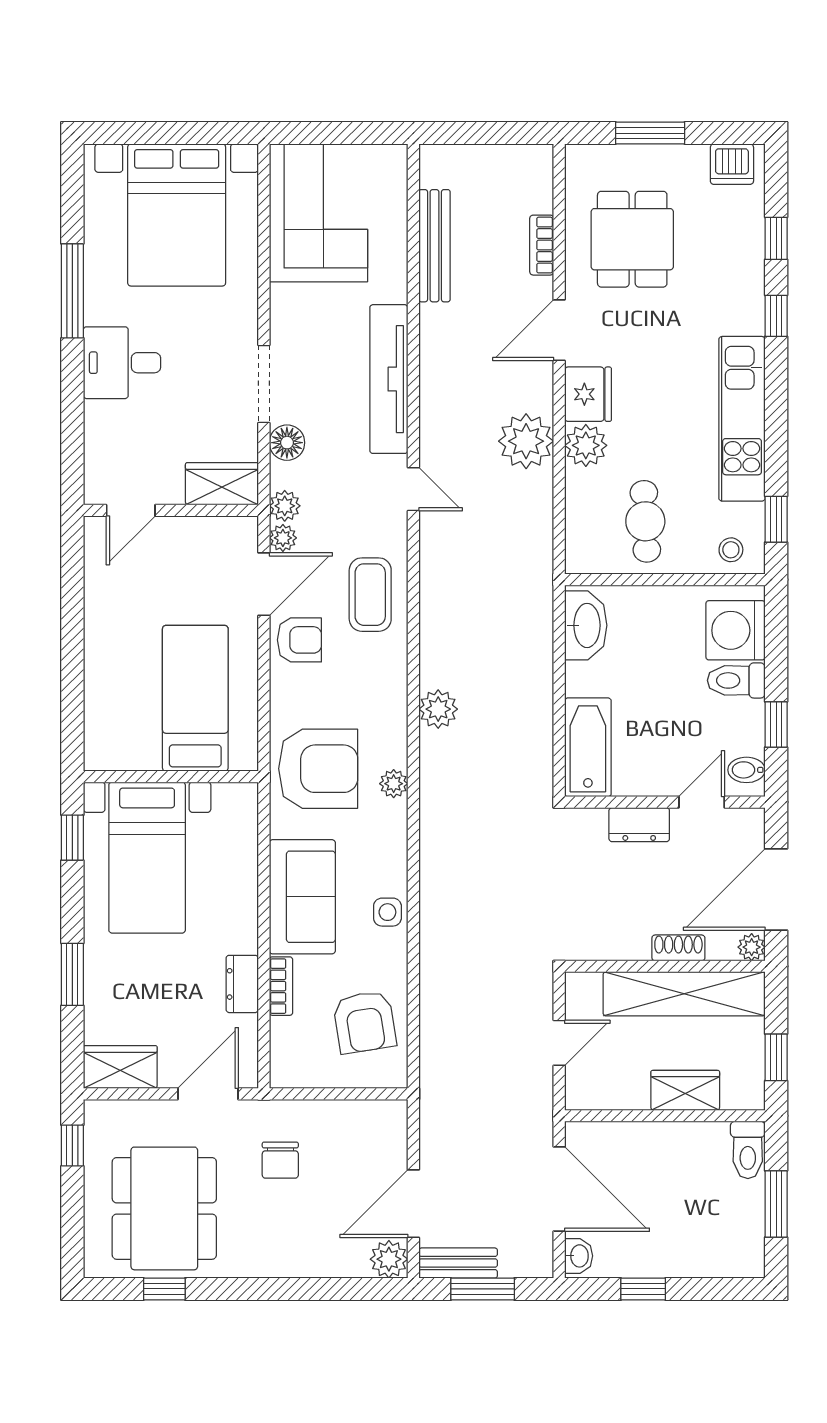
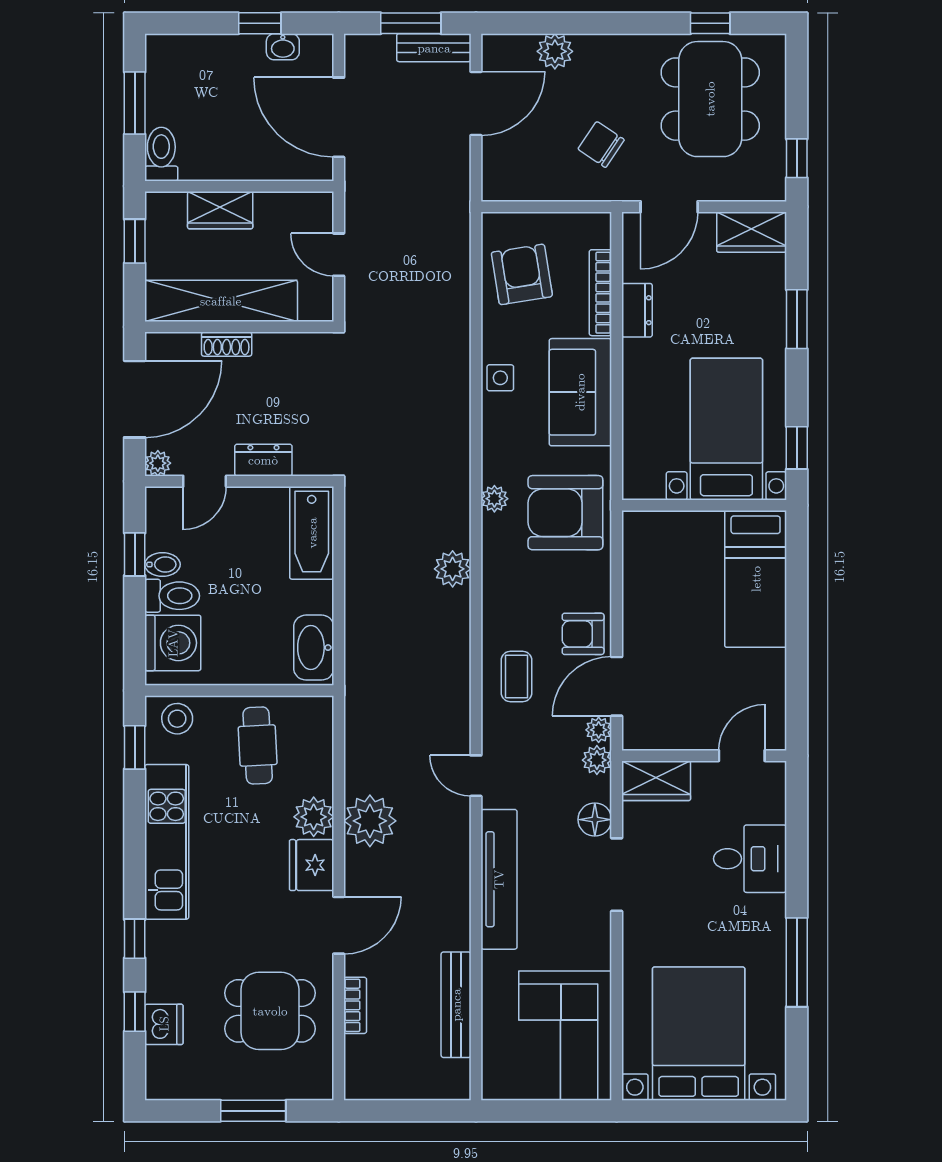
dishwasher: (732, 164) -> (164, 1024), moved, turned 90
dining table: (632, 239) -> (270, 1011), turned 90
desk: (122, 363) -> (750, 859), moved
stool: (731, 550) -> (177, 719), width x1.37, depth x1.37
coffee table: (370, 595) -> (516, 677), width x0.73, depth x0.77
bed: (195, 698) -> (756, 579), moved
bidet: (746, 770) -> (162, 564), moved
plant: (752, 947) -> (158, 463), moved
bookcase: (281, 986) -> (600, 293), width x1.56
door: (559, 1043) -> (339, 255), hinge flipped
chair: (280, 1160) -> (601, 144), turned -56
washbasin: (579, 1256) -> (283, 47), moved, turned -90
plant: (389, 1259) -> (555, 51), moved

